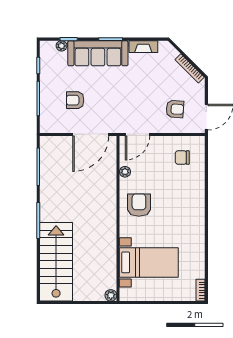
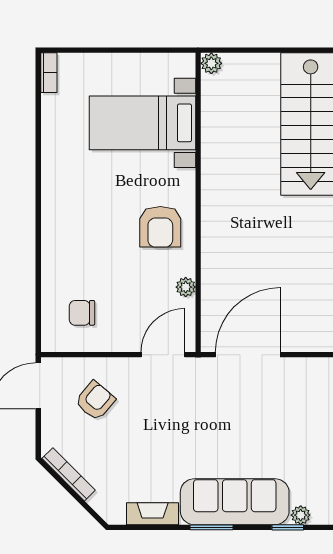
armchair: (75, 100) -> (276, 417), removed
armchair: (175, 109) -> (95, 401), turned 126
chair: (182, 158) -> (82, 313), turned 180

